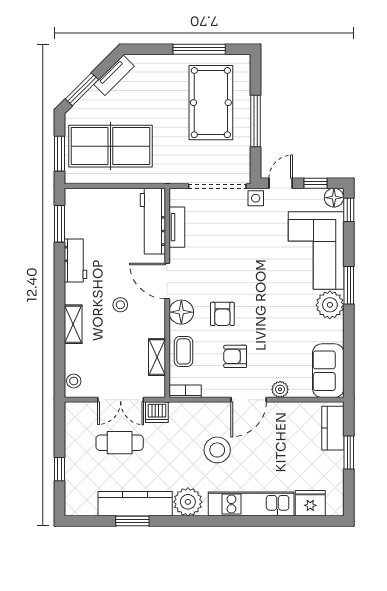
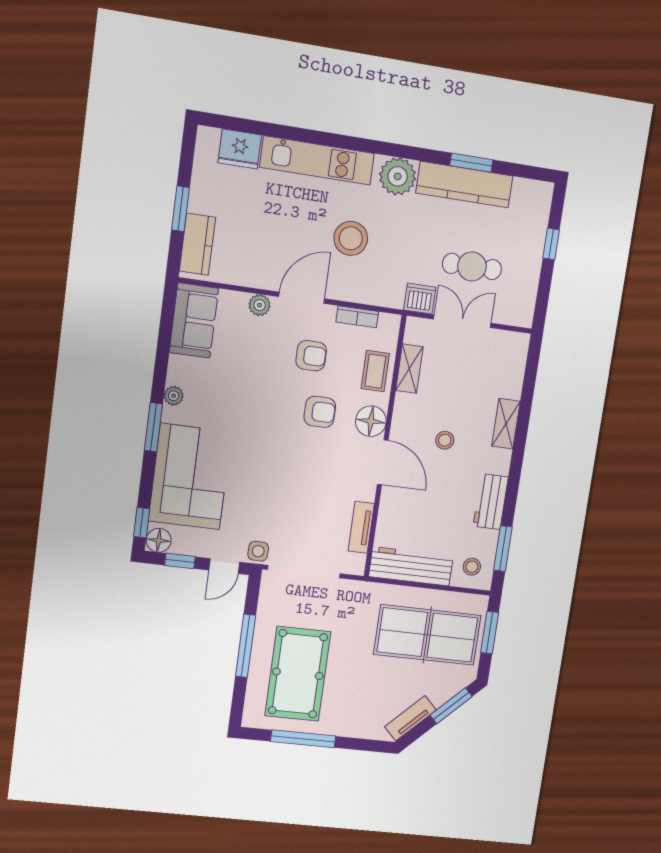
workbench: (153, 221) -> (411, 566), moved, turned -90
plant: (330, 305) -> (174, 396), width x0.53, depth x0.53
armchair: (222, 314) -> (320, 412), turned 90
stool: (74, 381) -> (472, 567), moved
bookcase: (185, 391) -> (357, 317), moved

